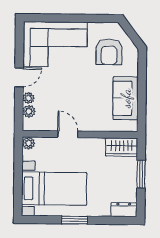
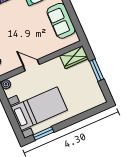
dresser: (124, 210) -> (96, 101), removed
window: (74, 220) -> (43, 133), moved

